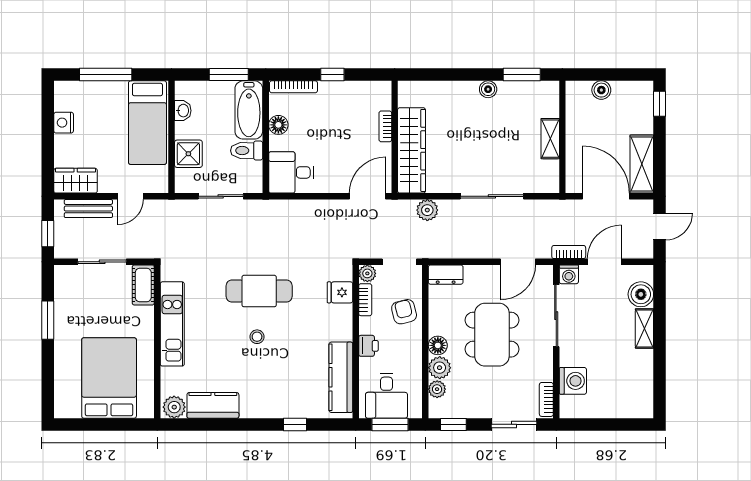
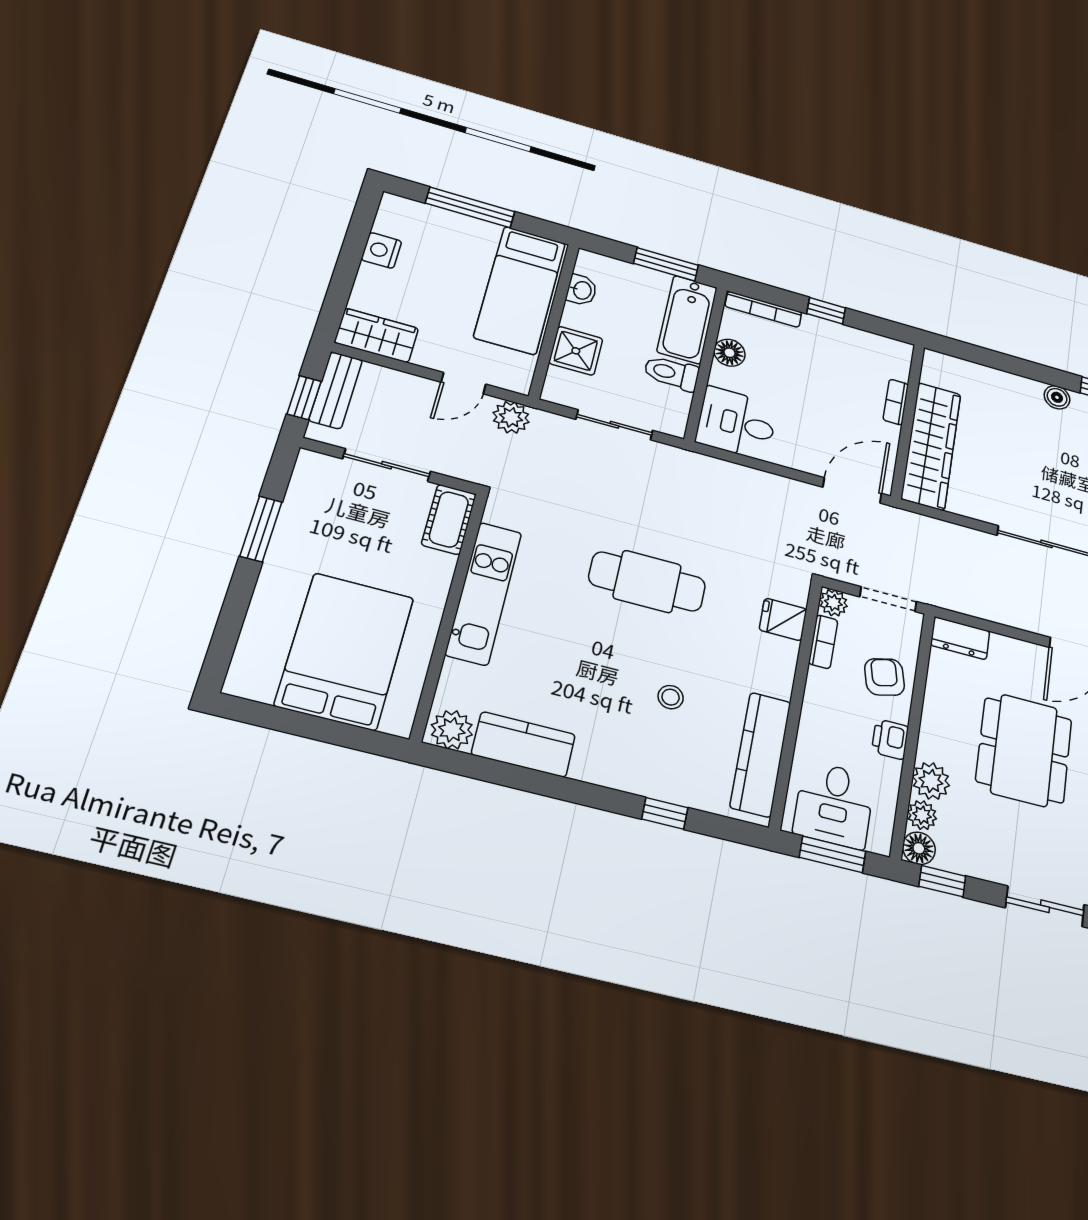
bench: (88, 209) -> (336, 390), moved, turned 90
plant: (427, 210) -> (511, 417), moved
stool: (257, 337) -> (671, 697), moved
floor lamp: (438, 345) -> (919, 848), moved
printer: (368, 346) -> (890, 739), moved, turned 180

